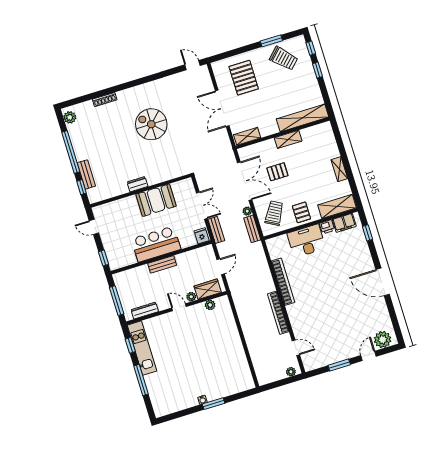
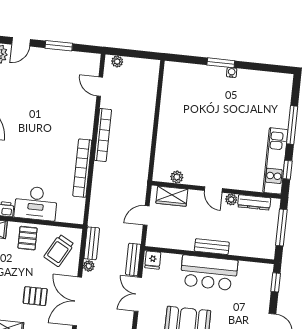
plant: (191, 297) -> (231, 199), moved

